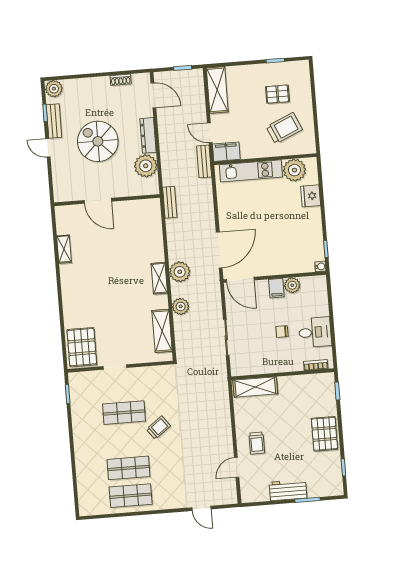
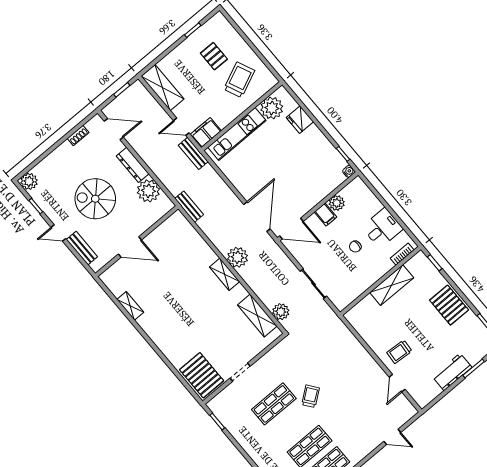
pallet: (277, 94) -> (214, 56), turned 90
bench: (54, 121) -> (82, 248), moved
plant: (181, 306) -> (281, 312), moved
shelving: (255, 387) -> (392, 285), moved
trolley: (257, 443) -> (399, 352), turned 94

